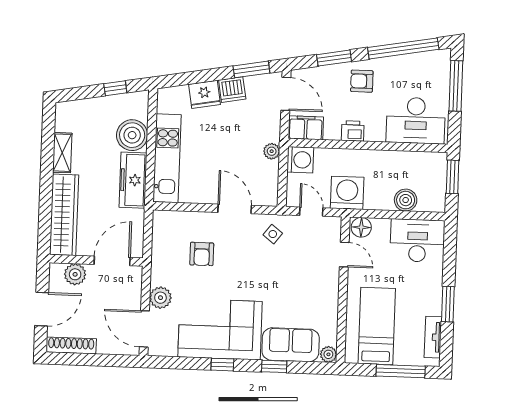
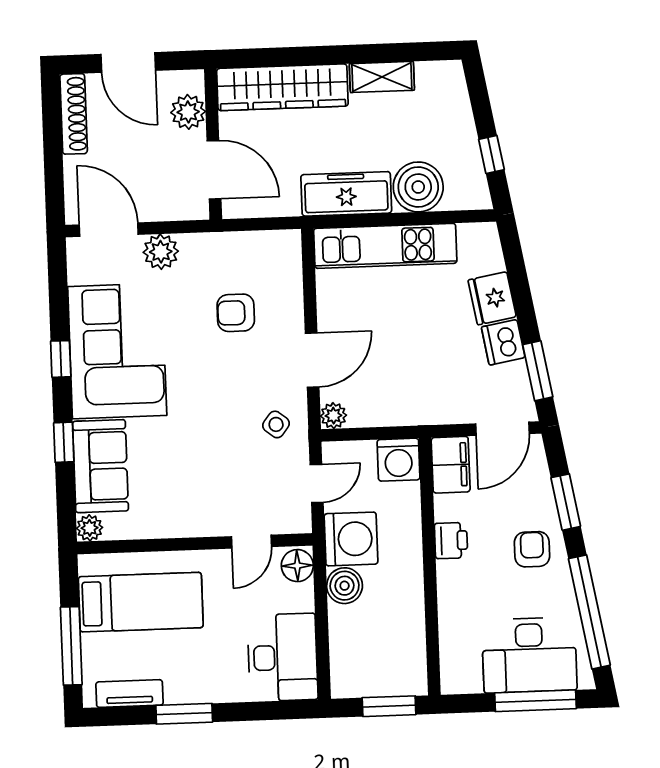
desk: (416, 120) -> (529, 655), moved, turned -90
plant: (272, 151) -> (333, 416), moved
boiler: (406, 200) -> (345, 586), moved
door: (144, 329) -> (109, 230), hinge flipped

